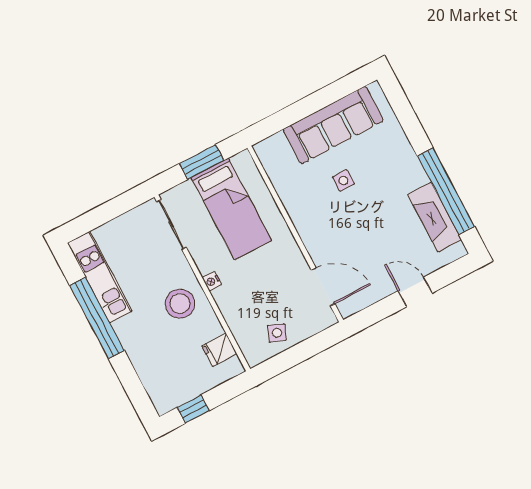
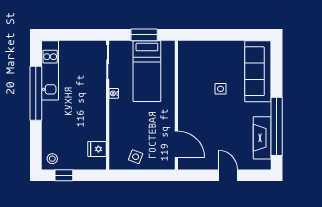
sofa: (333, 125) -> (258, 71), moved, turned 90
nightstand: (212, 281) -> (114, 93), moved
stool: (180, 304) -> (52, 159), moved, width x0.53, depth x0.53

